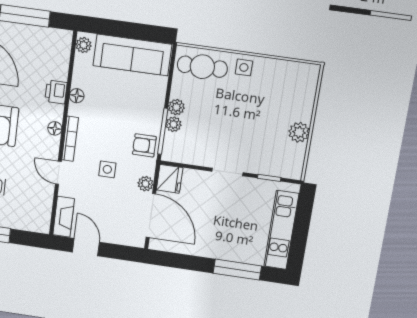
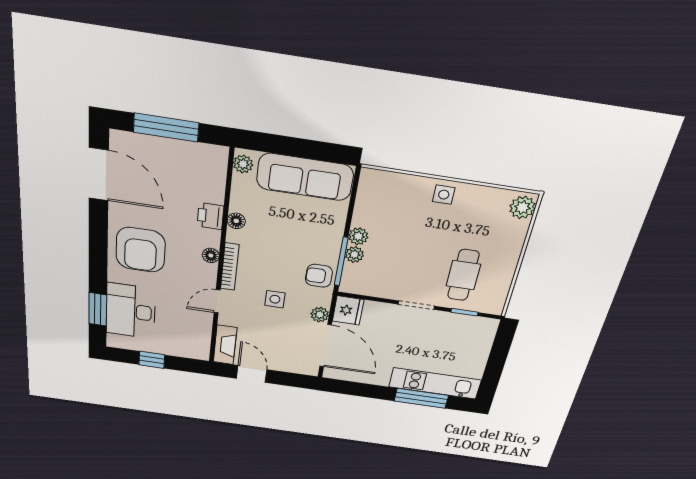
cafe table: (202, 67) -> (463, 275), moved, turned 90
plant: (299, 132) -> (522, 207), moved
door: (58, 173) -> (217, 301), hinge flipped
kitchen unit: (281, 230) -> (435, 383), moved, turned 90

